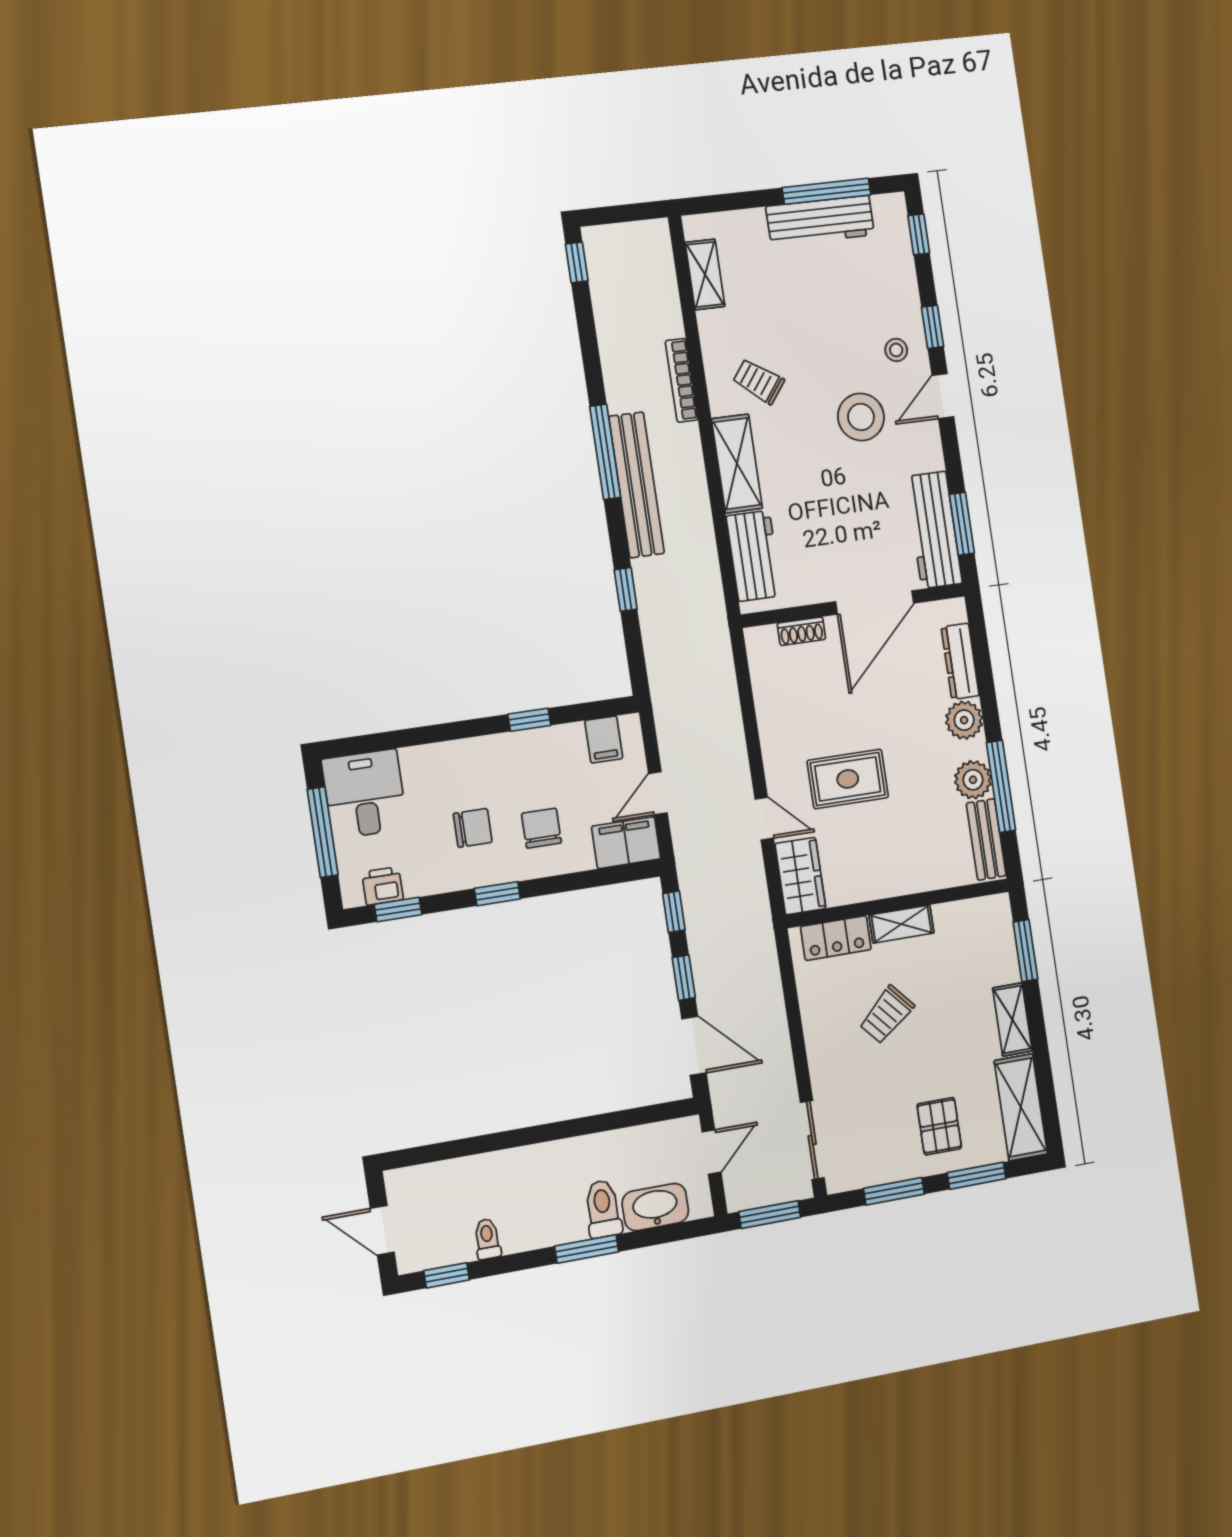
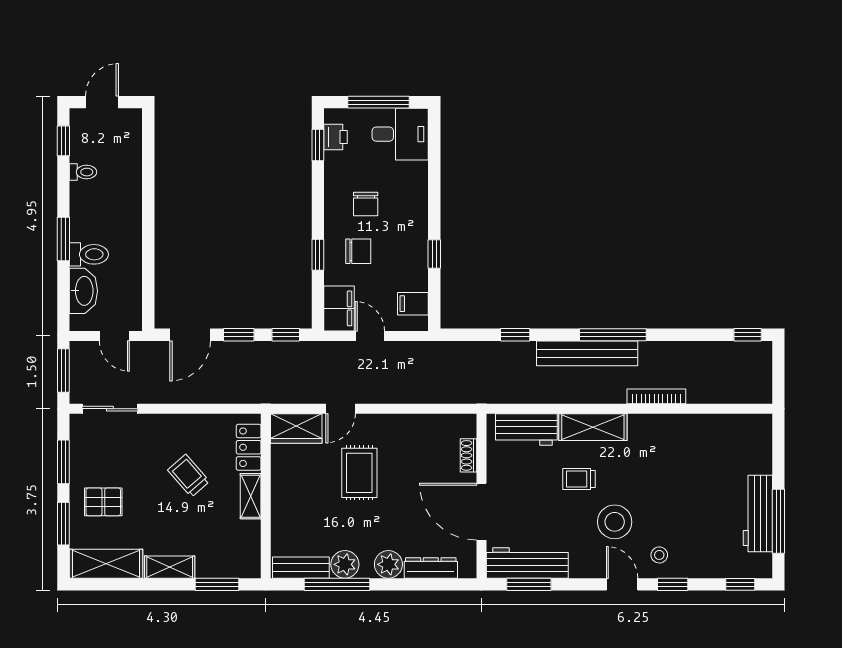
shelving: (705, 274) -> (729, 424), removed
trolley: (759, 381) -> (579, 479), moved, turned -127
window: (497, 894) -> (318, 255), moved

